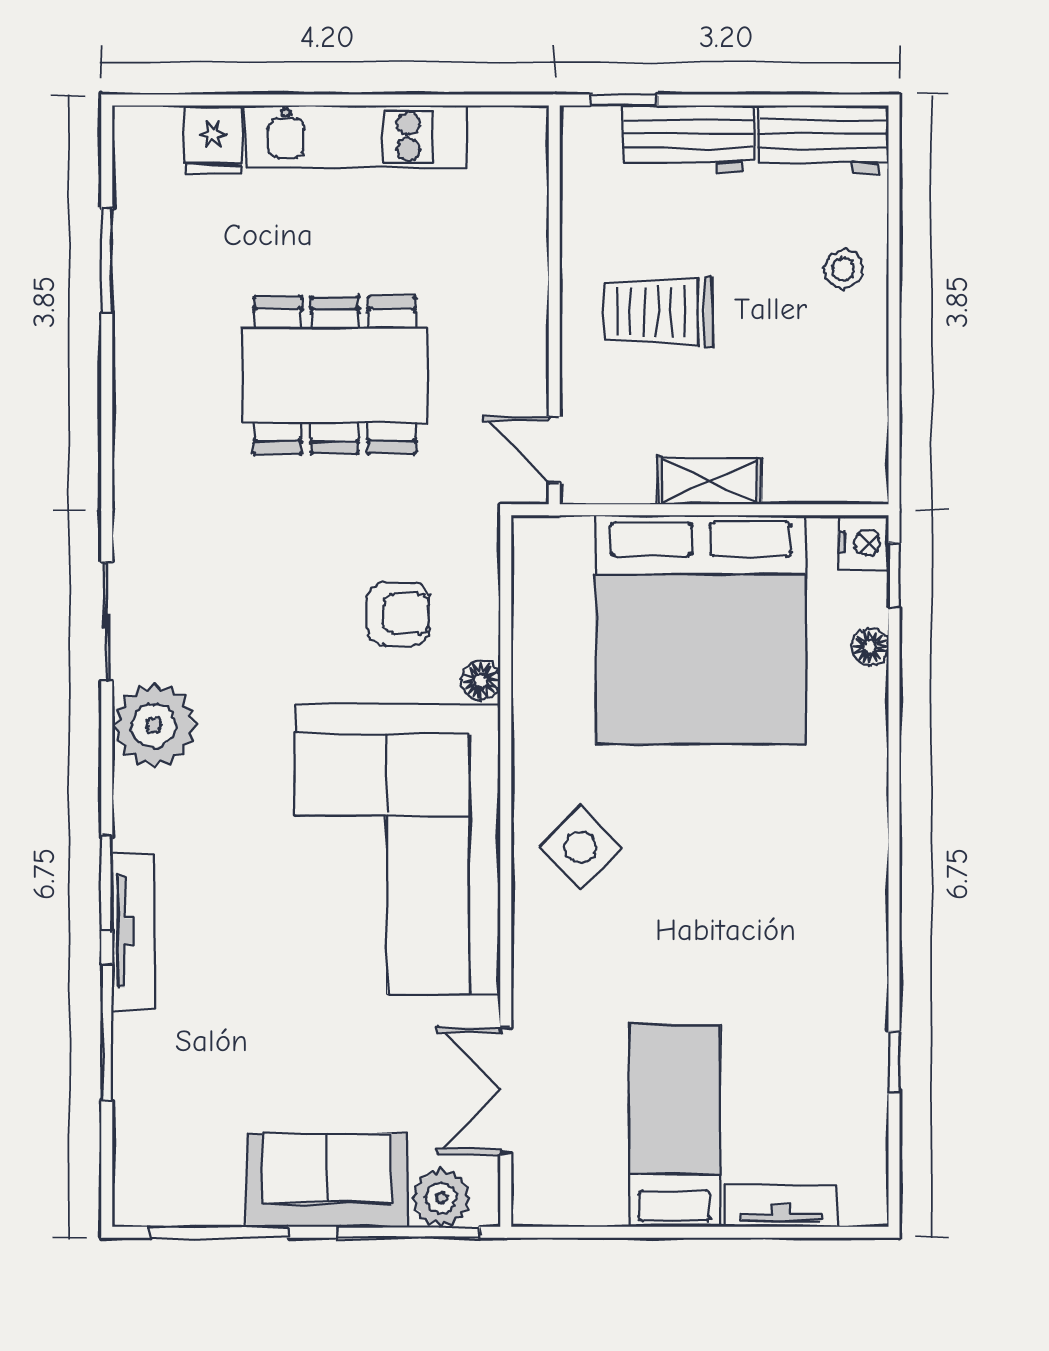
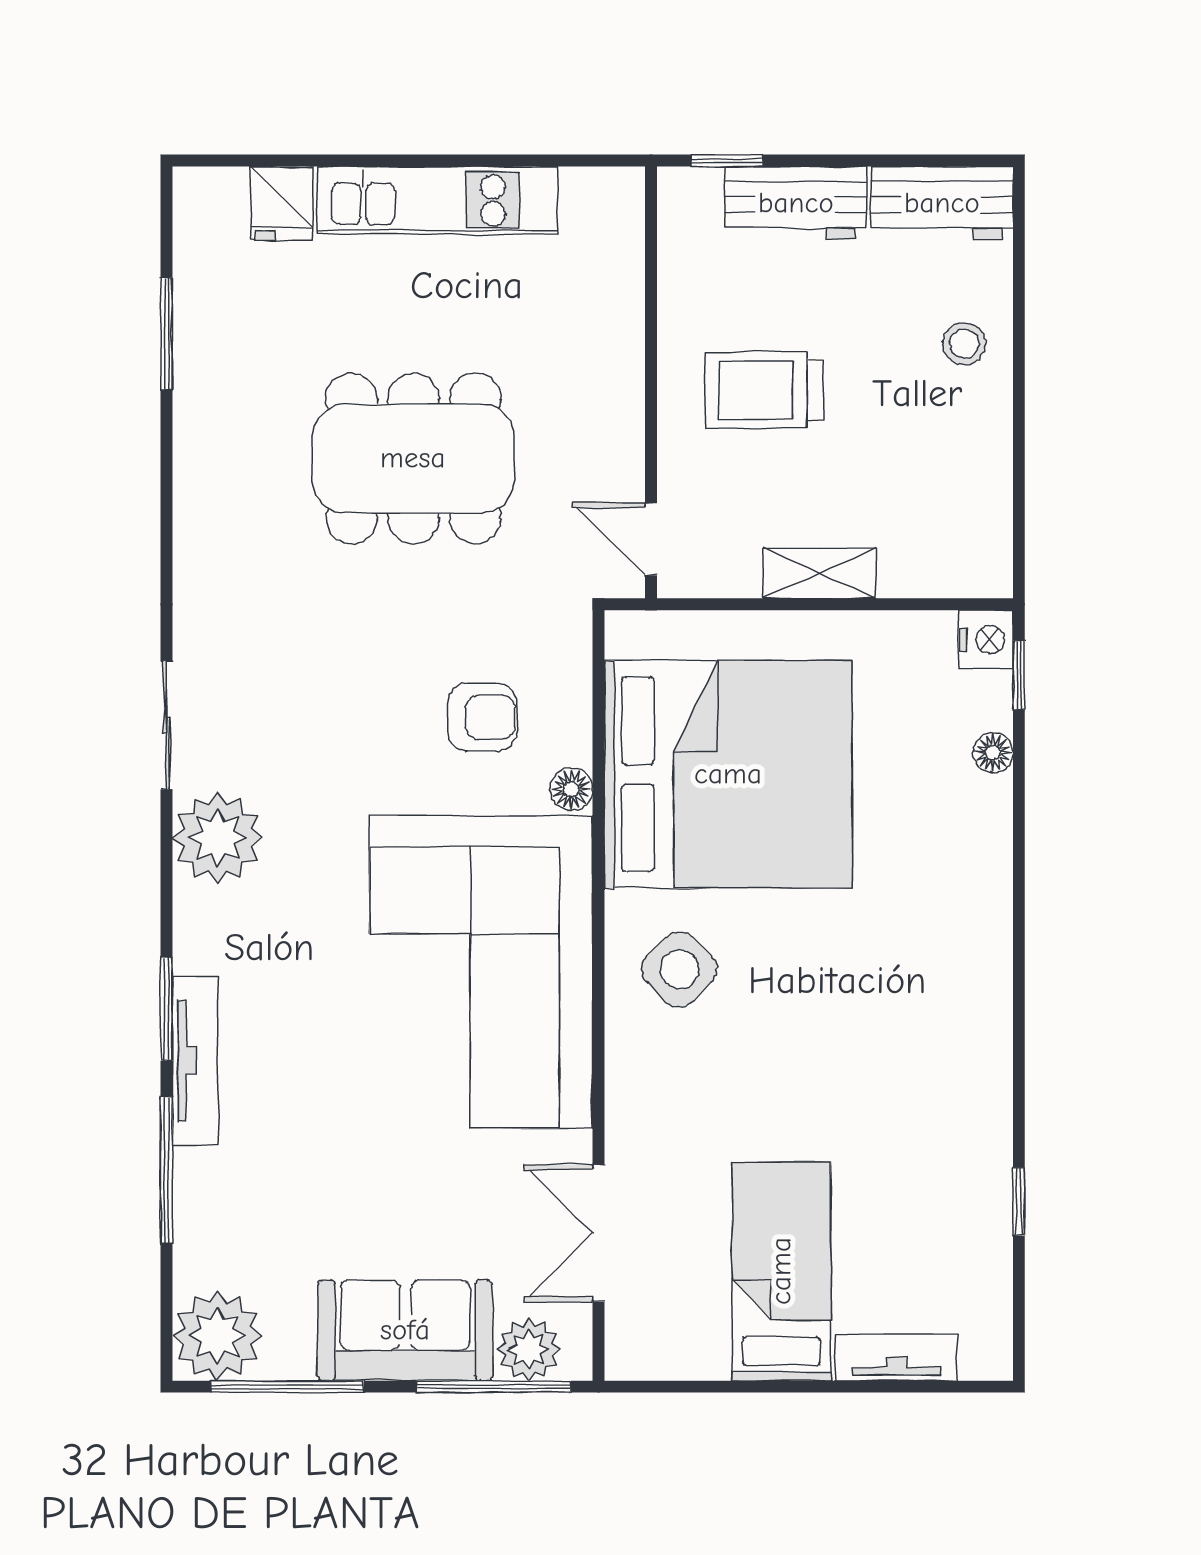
bed: (701, 629) -> (728, 774), moved, turned -90
plant: (154, 1185) -> (217, 1336), added

